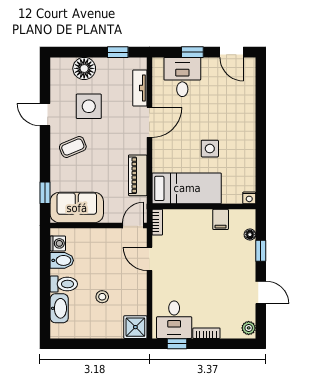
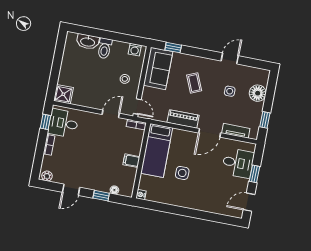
side table: (89, 106) -> (230, 91), width x0.54, depth x0.54
door: (149, 122) -> (210, 133), hinge flipped
coffee table: (73, 147) -> (194, 83), moved
piano: (138, 175) -> (183, 119), moved
filing cabinet: (221, 219) -> (131, 161), moved
bidet: (62, 260) -> (122, 50), removed
stool: (102, 297) -> (125, 79), moved

